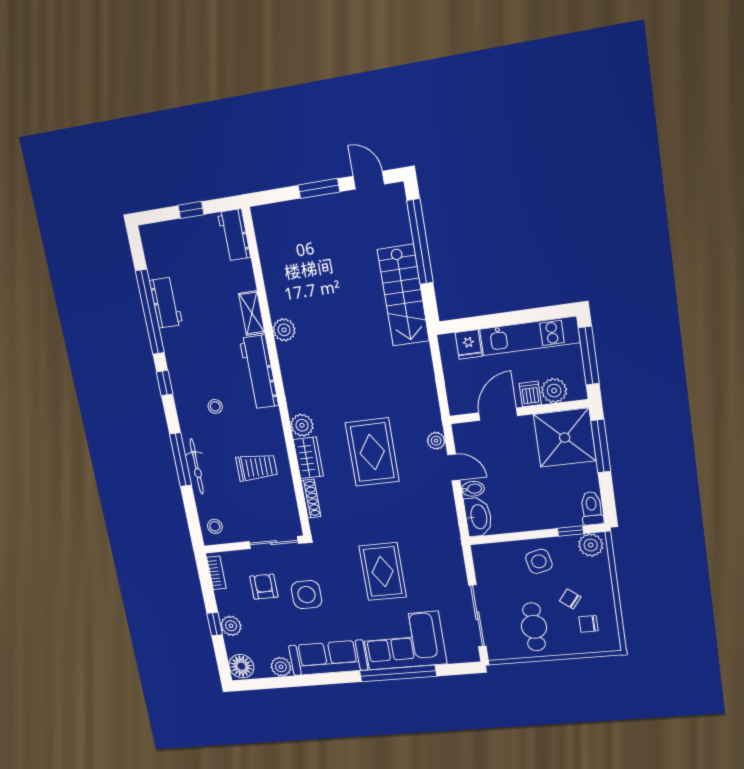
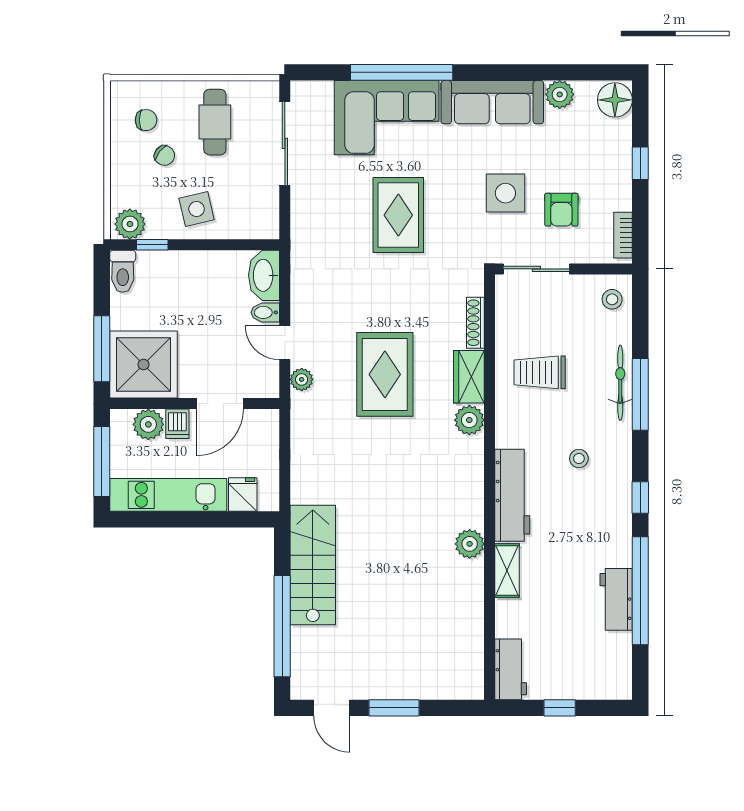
plant: (231, 626) -> (618, 159), removed

